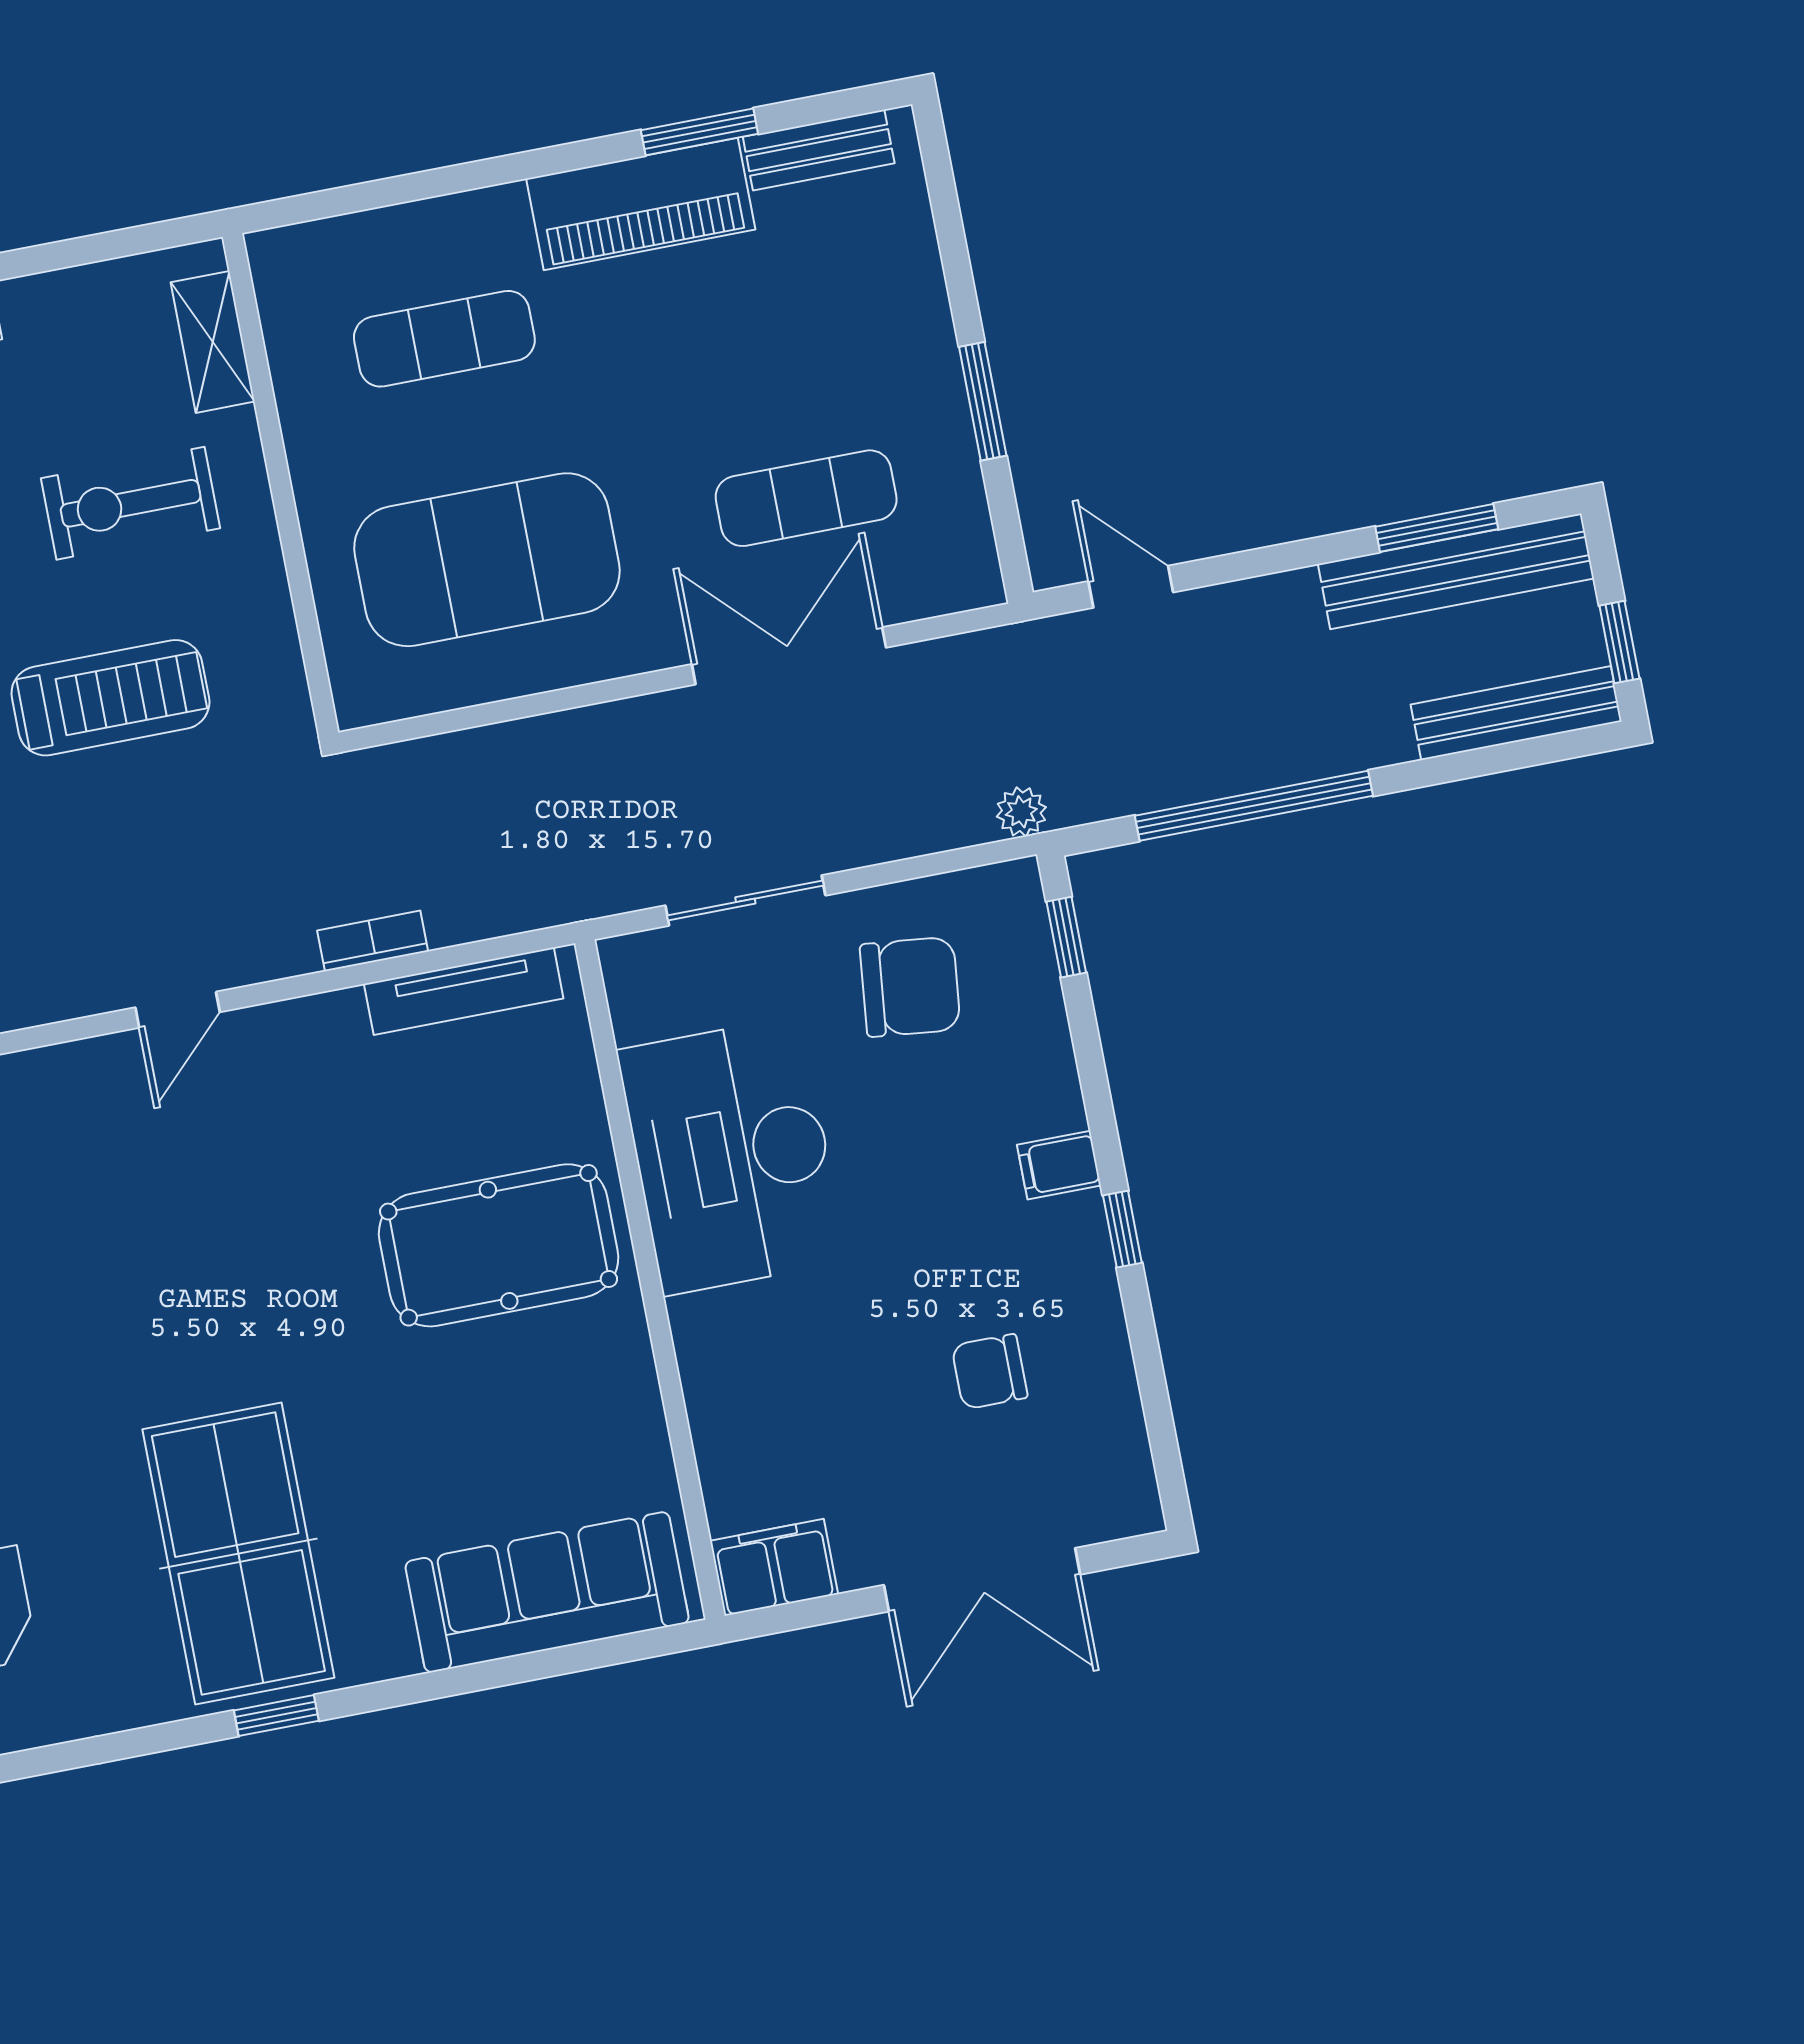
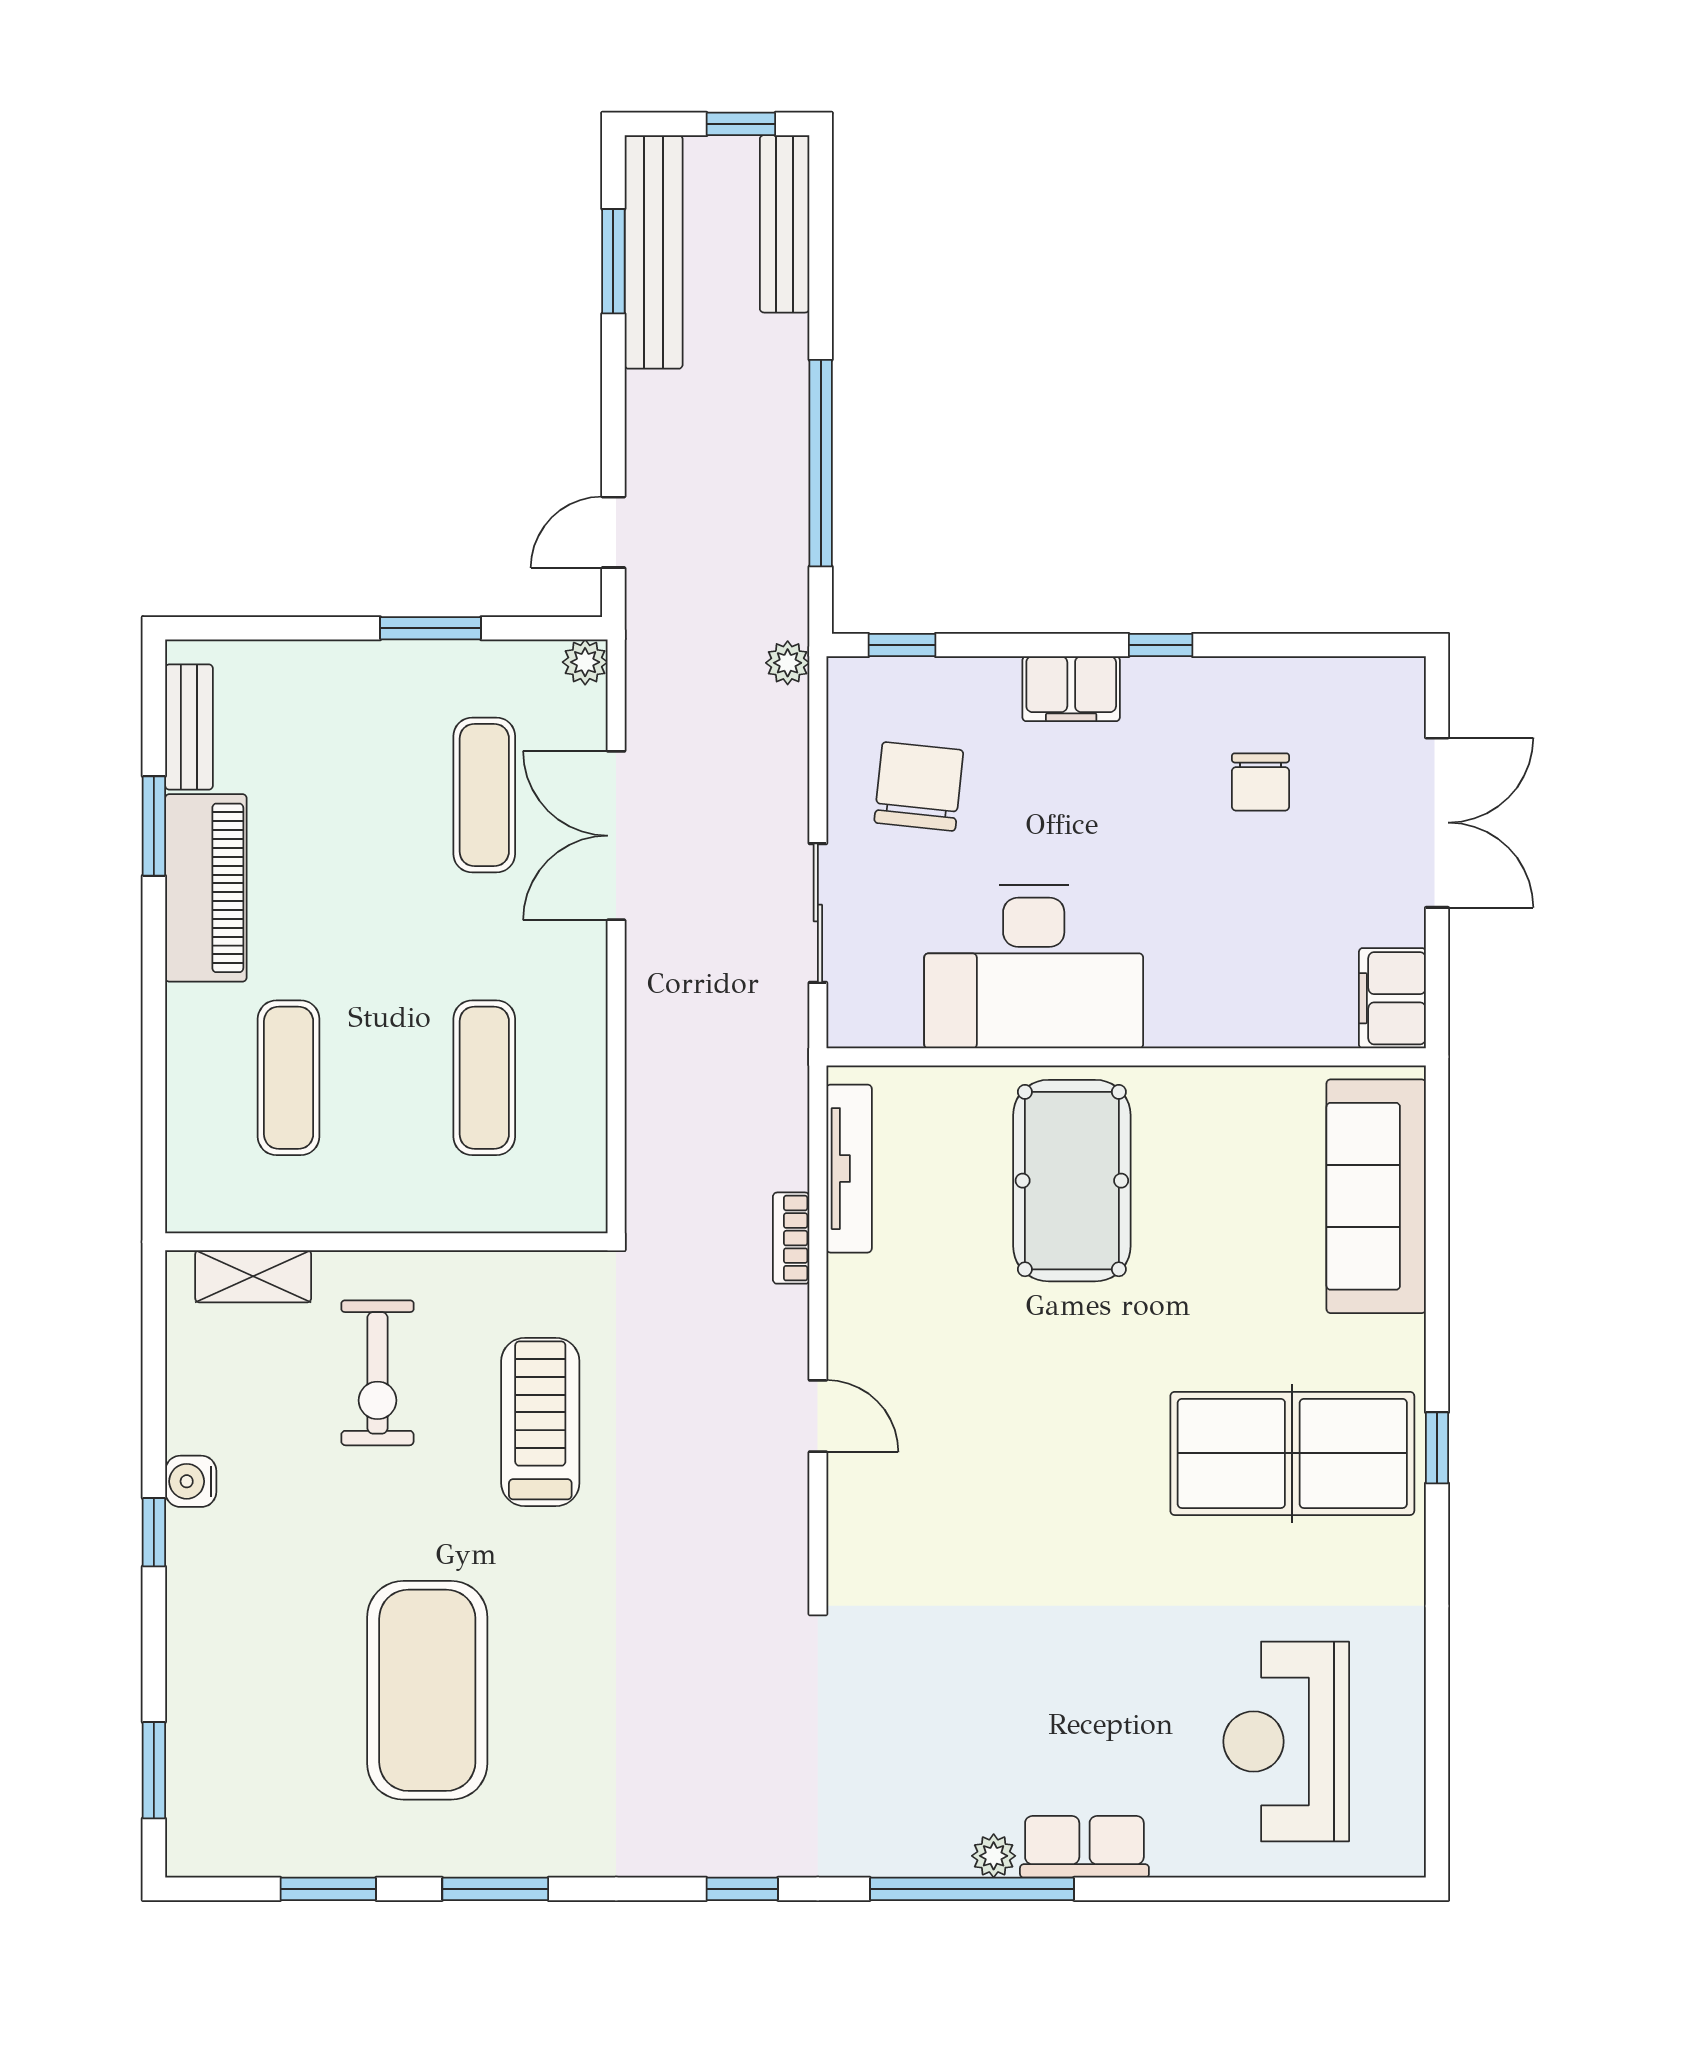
exercise mat: (487, 560) -> (484, 1078), width x0.50, depth x0.69
plant: (978, 583) -> (585, 662), added
filing cabinet: (1059, 1165) -> (1071, 689), width x2.00

